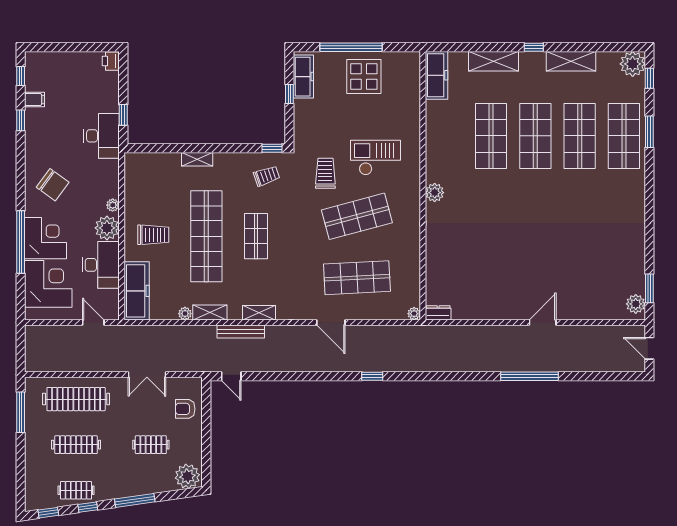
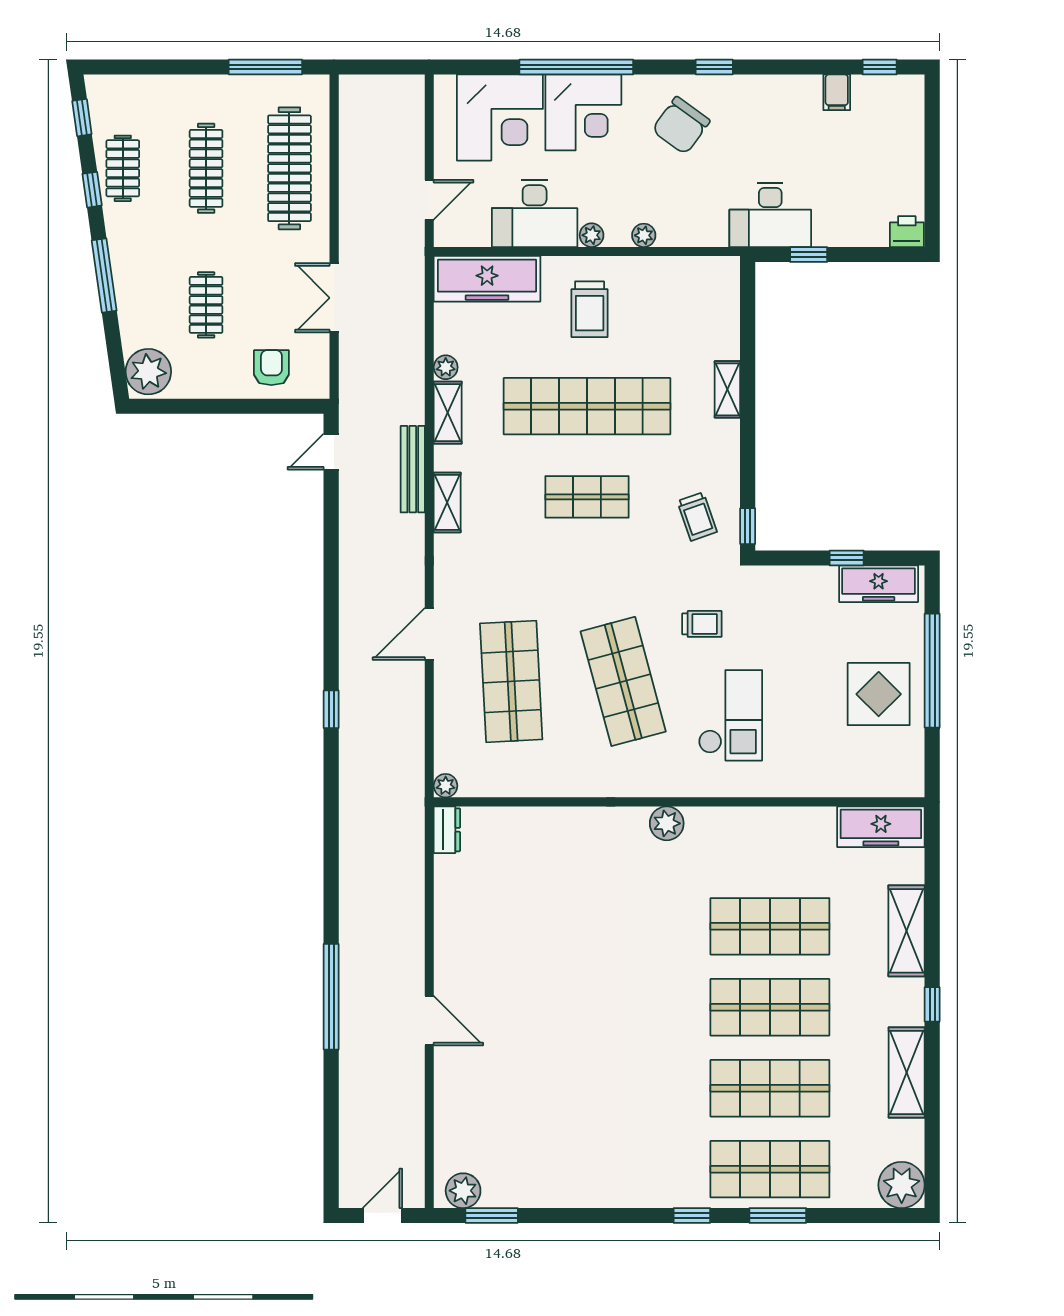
window: (649, 78) -> (692, 1216), moved
window: (21, 120) -> (714, 67), moved
trolley: (325, 173) -> (702, 624), width x0.73, depth x0.72
plant: (107, 228) -> (592, 235), width x0.53, depth x0.53

